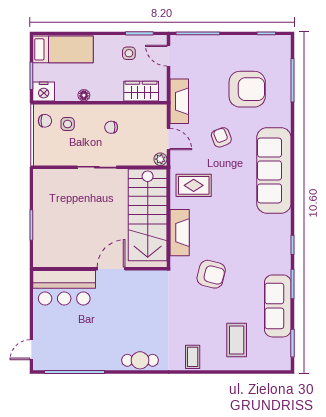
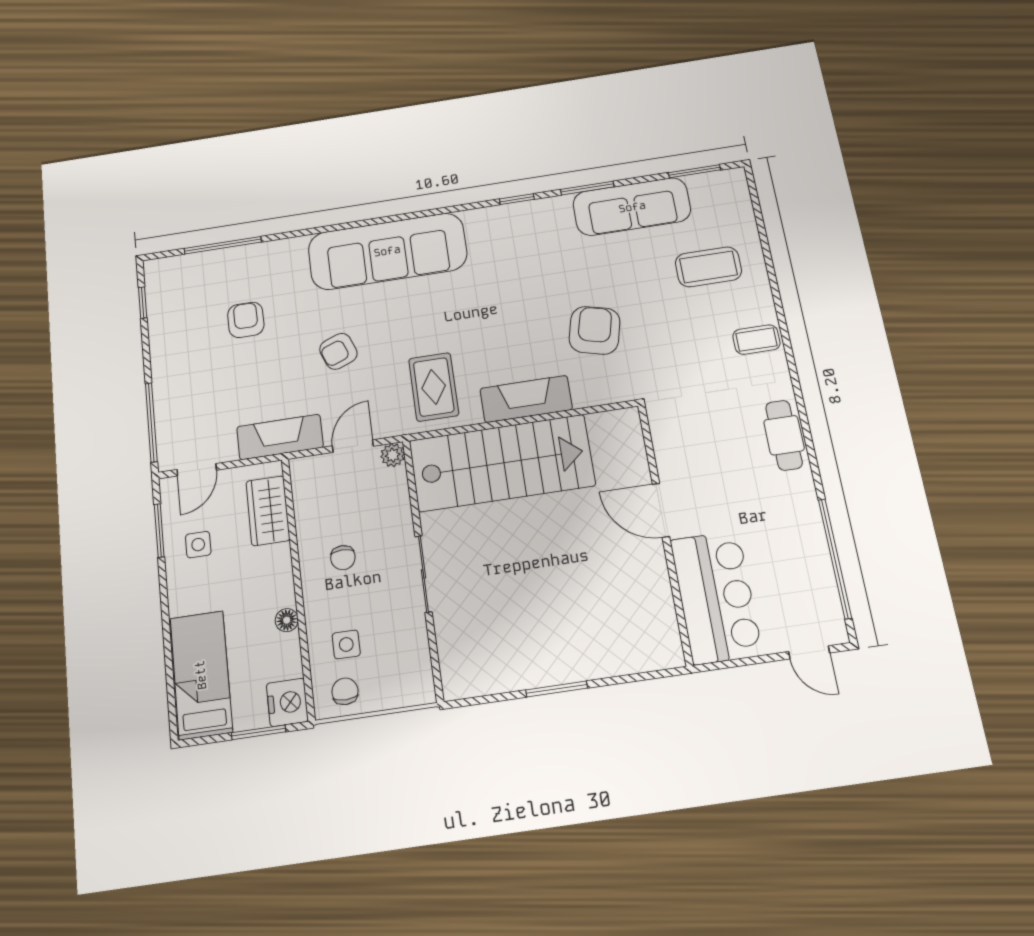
armchair: (247, 89) -> (246, 320), width x0.53, depth x0.53
wall: (100, 269) -> (665, 532), moved
door: (111, 269) -> (661, 510), moved
bar counter: (64, 288) -> (716, 597), moved

